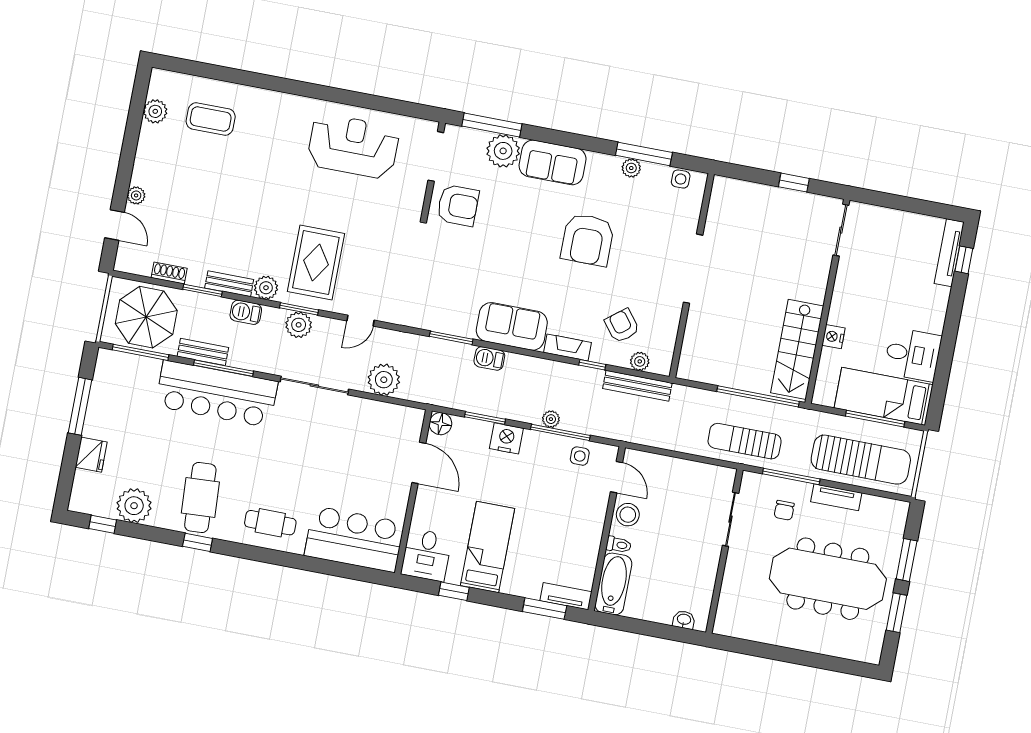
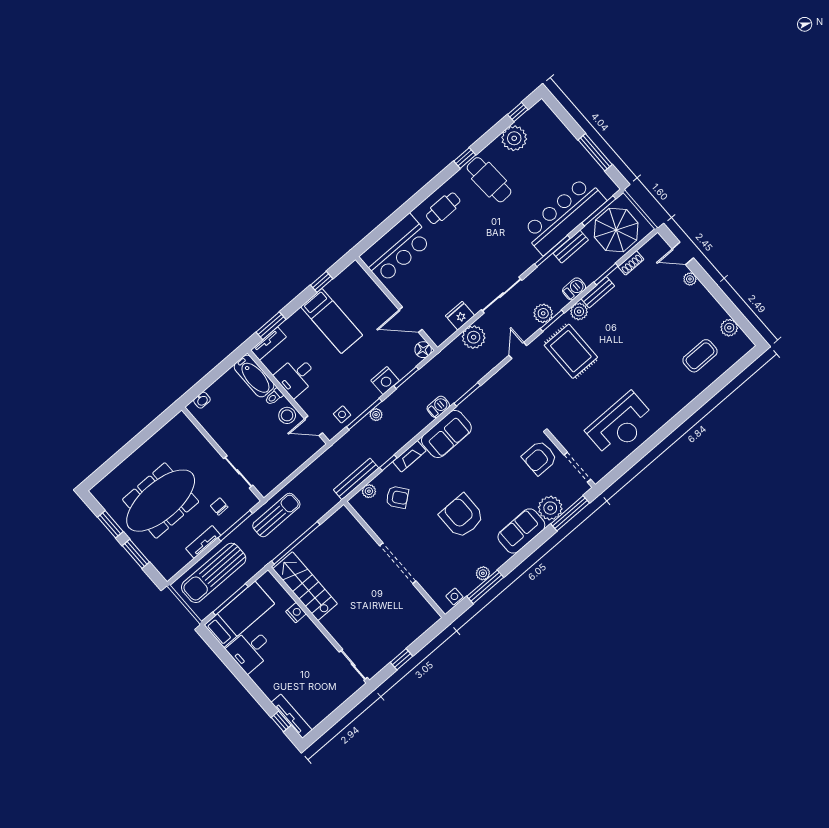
bar counter: (217, 394) -> (564, 216), moved
fridge: (91, 455) -> (460, 316), moved, turned 90
desk: (426, 555) -> (296, 376), moved, turned -90

